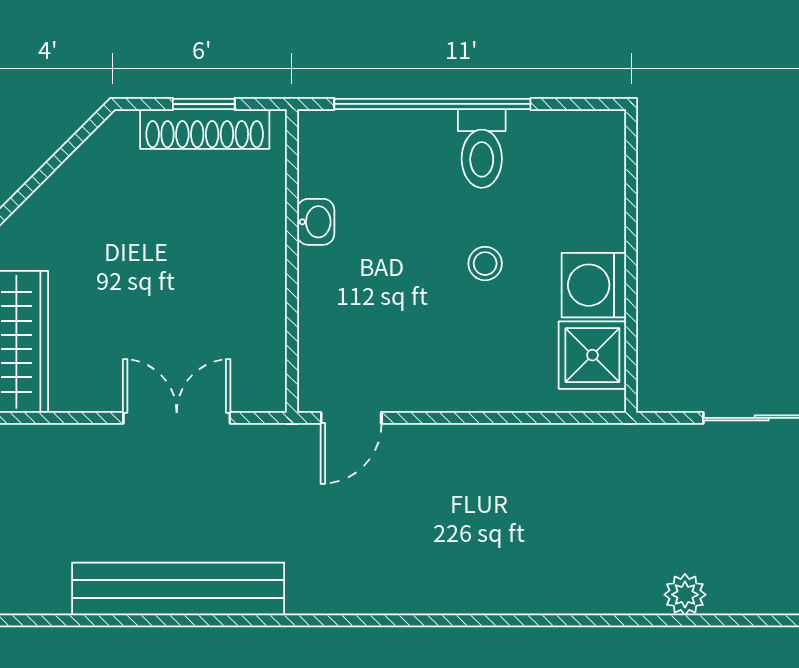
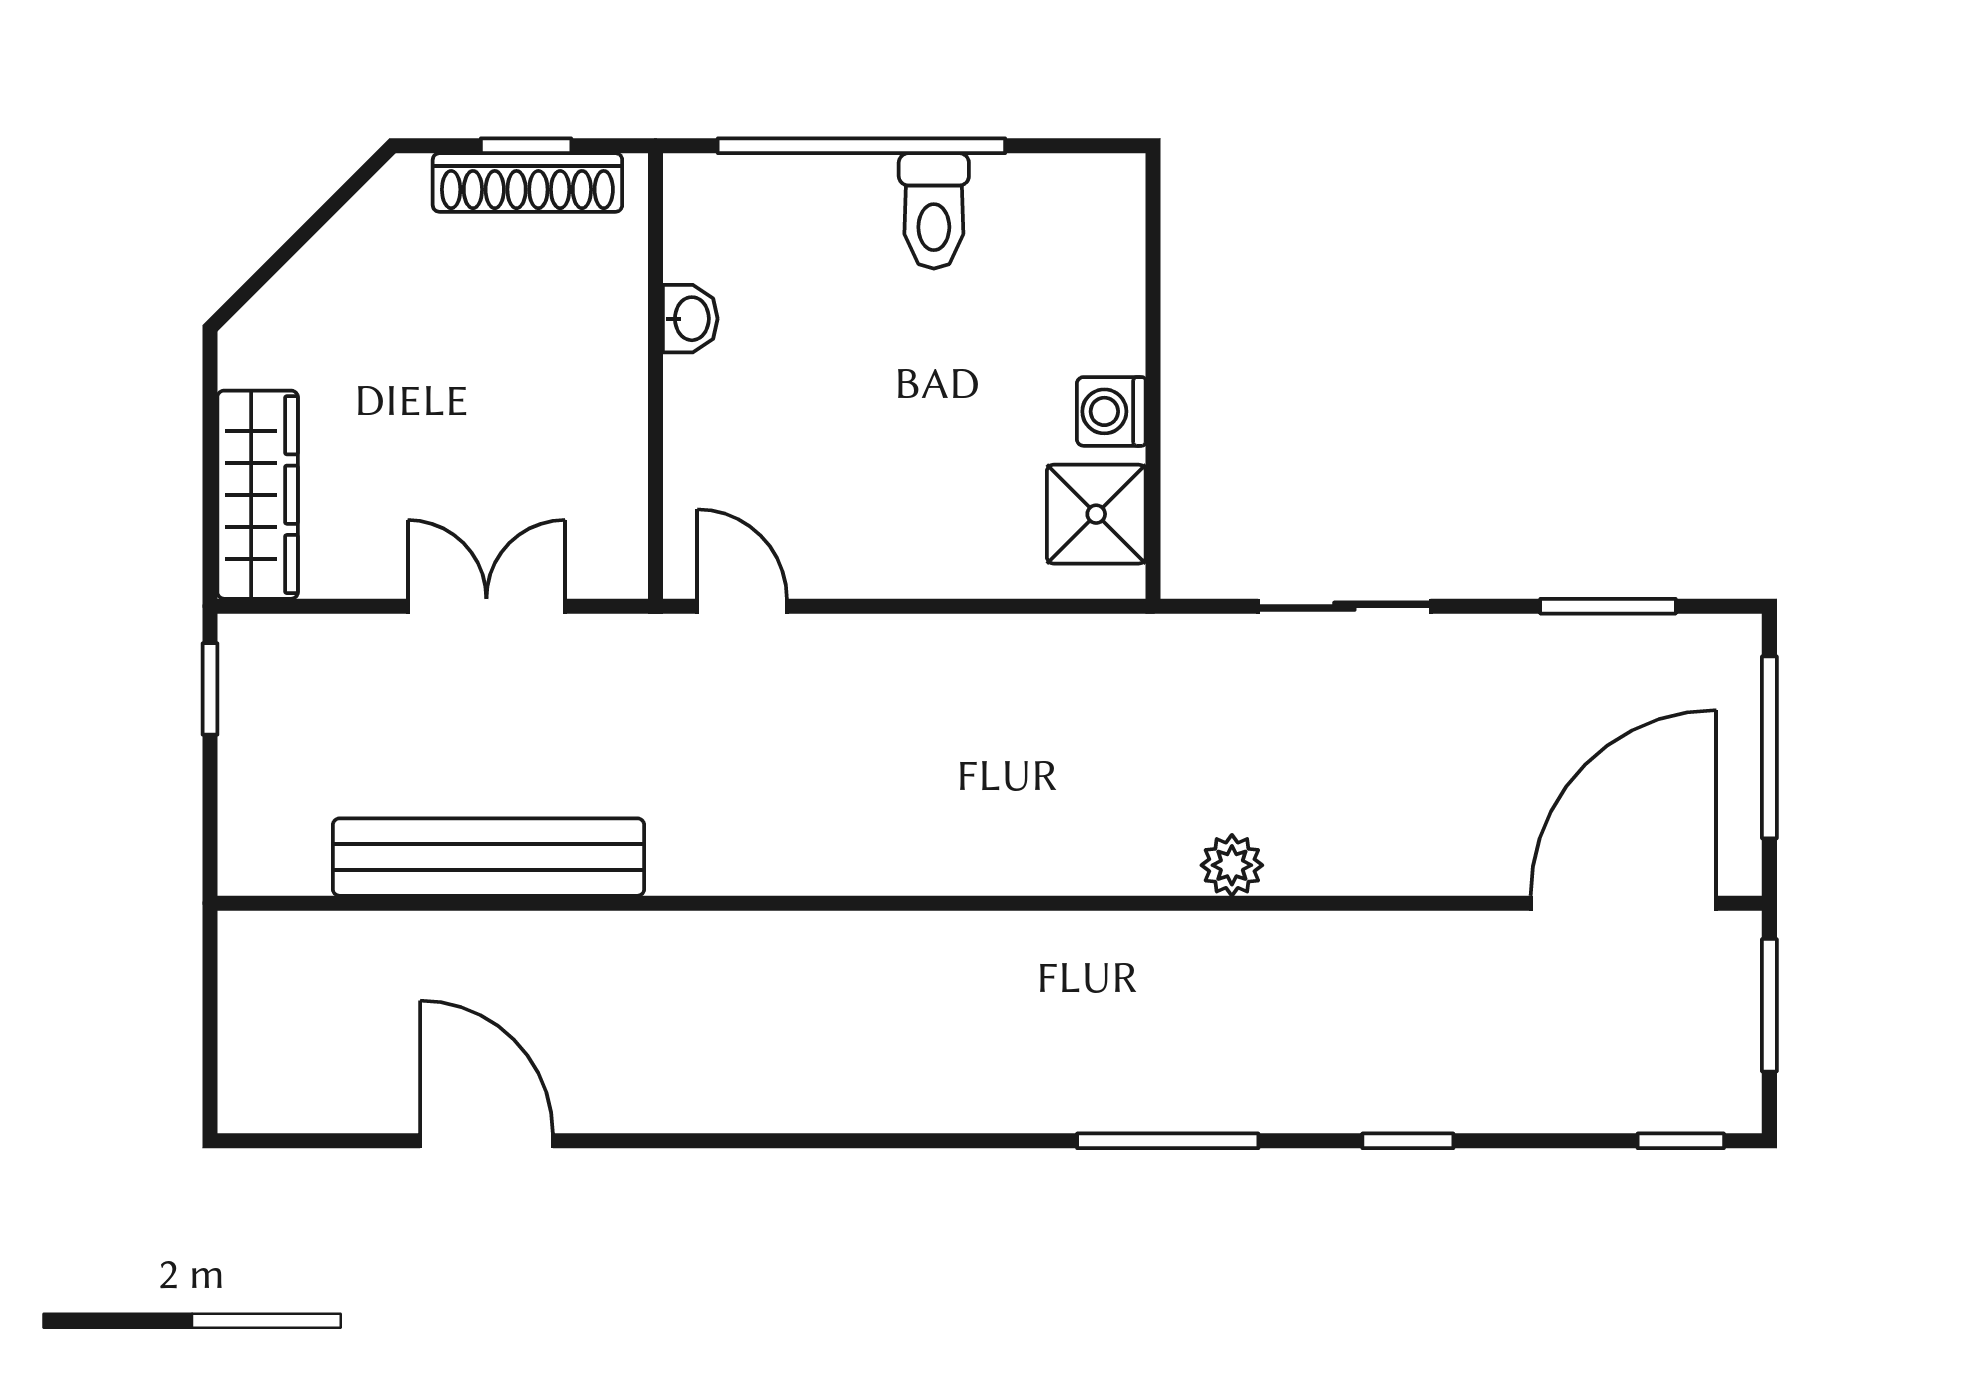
stool: (485, 264) -> (939, 380), removed
washing machine: (594, 285) -> (1111, 411), width x0.73, depth x0.73
door: (351, 418) -> (742, 606), swing flipped

